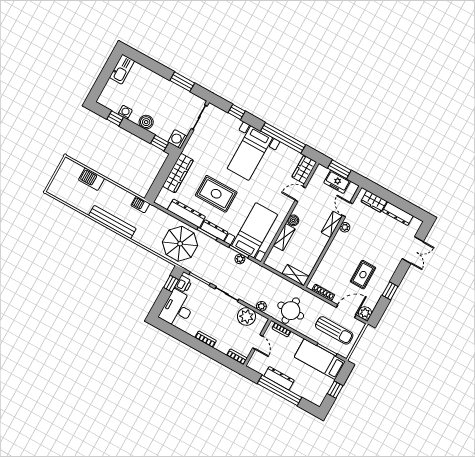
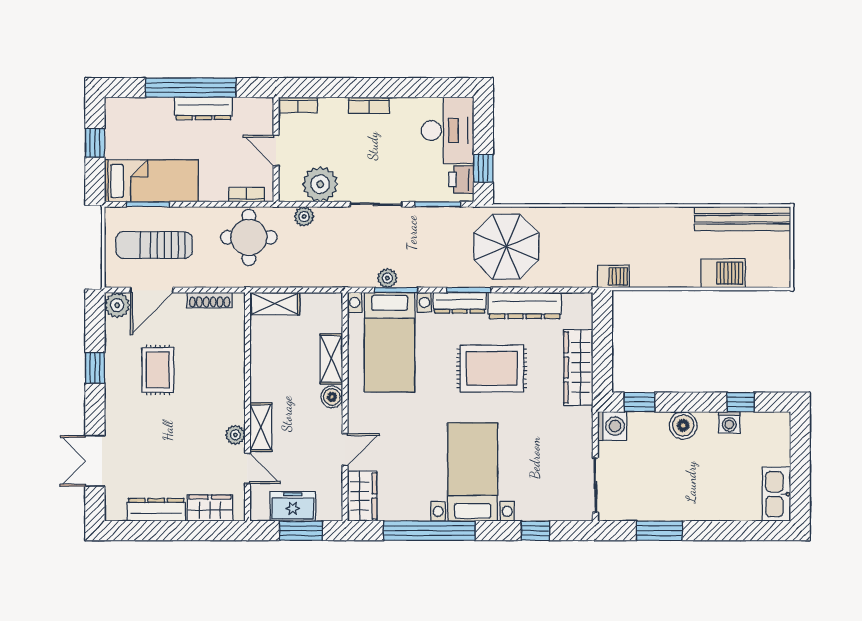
bench: (112, 222) -> (743, 219), moved

